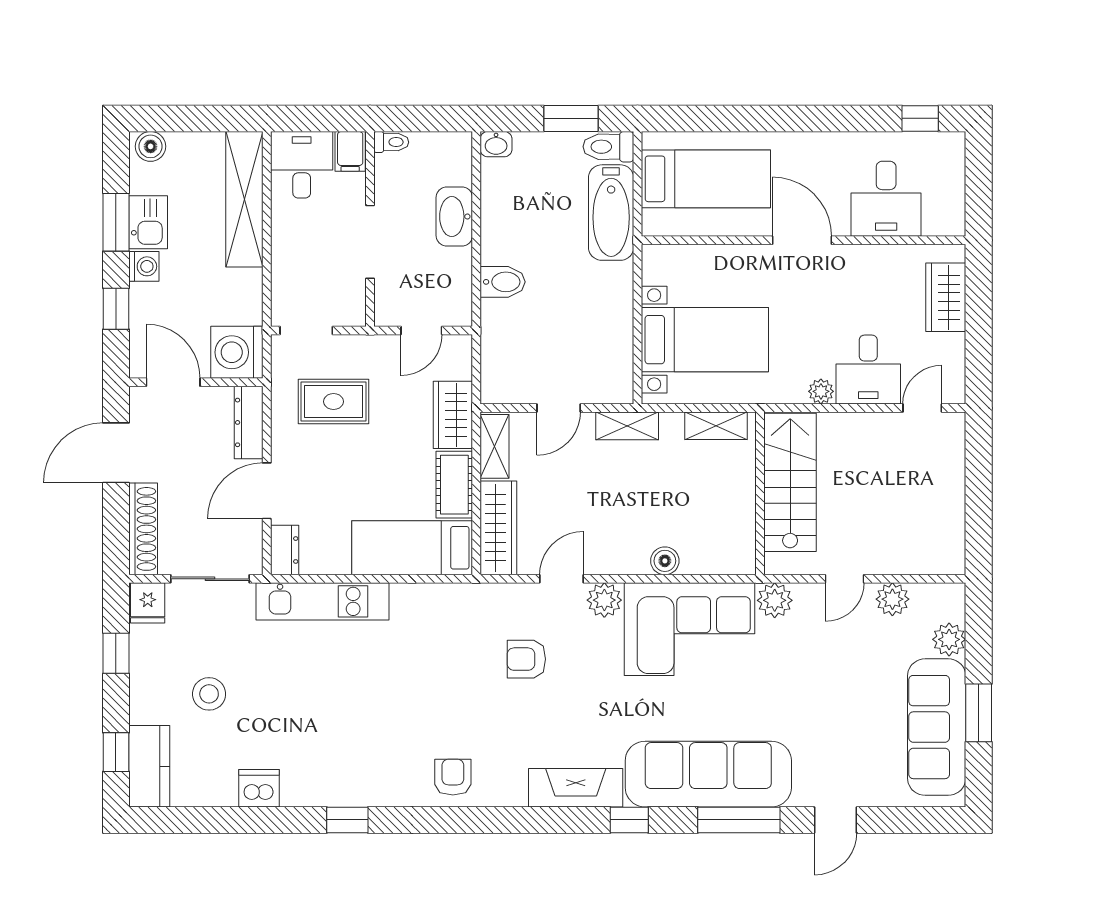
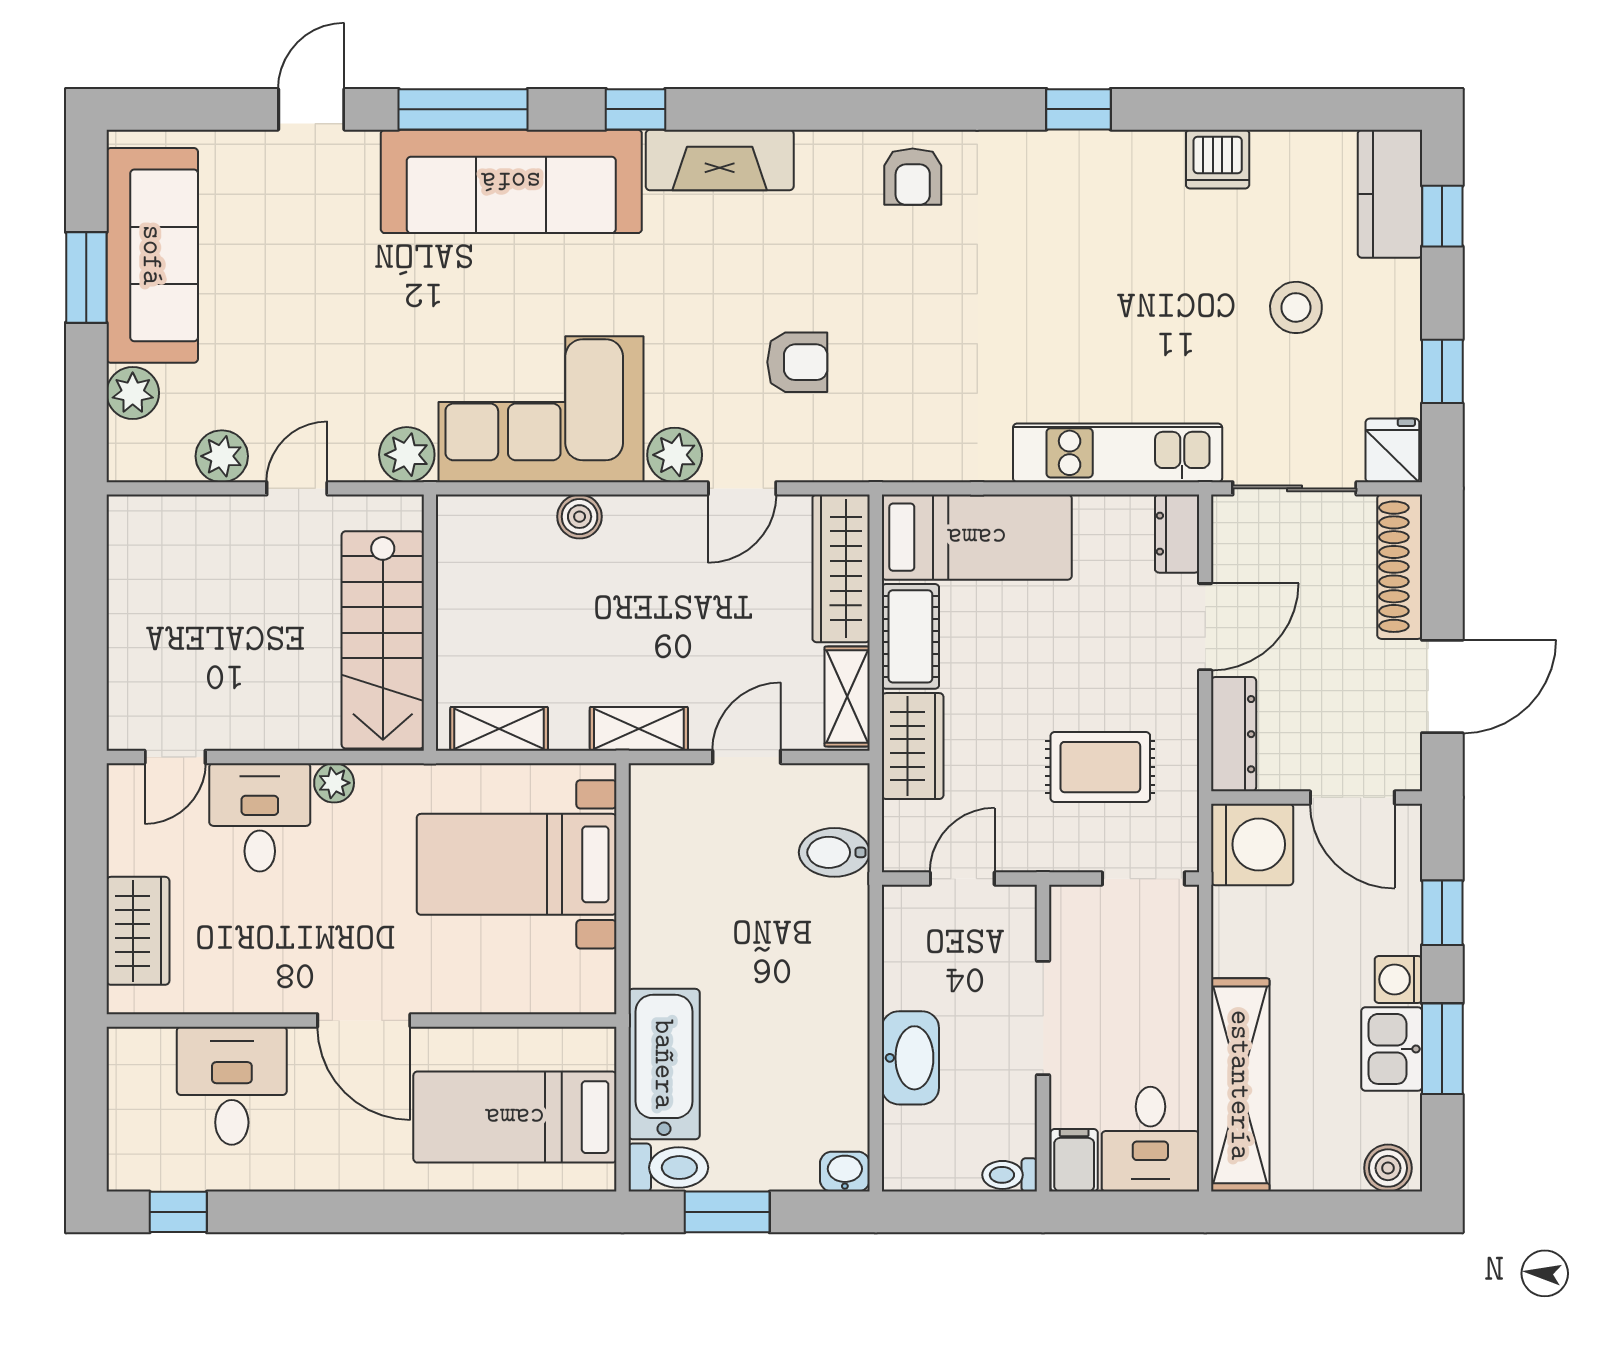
bidet: (503, 282) -> (834, 852), moved

